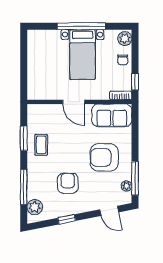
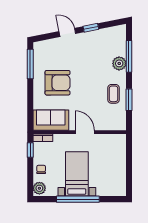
armchair: (68, 183) -> (90, 60), removed
plant: (126, 186) -> (38, 57), removed
plant: (35, 207) -> (119, 63), moved
door: (109, 211) -> (67, 32), moved

